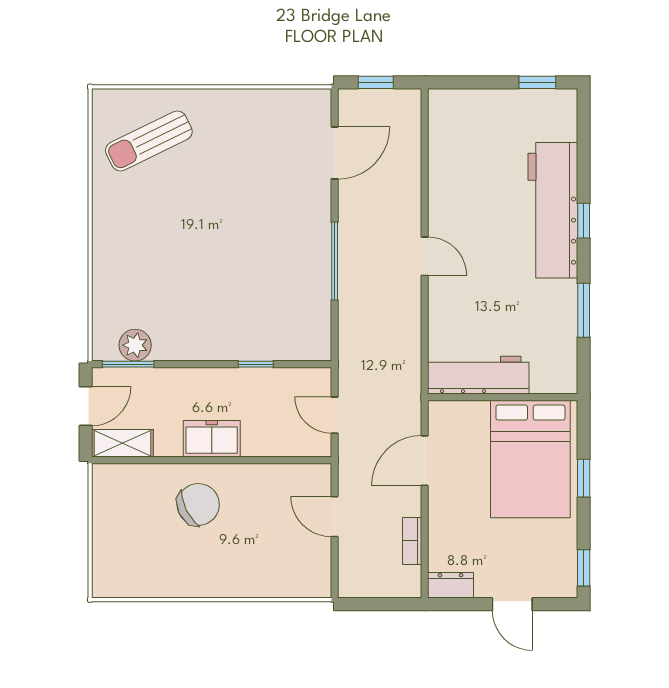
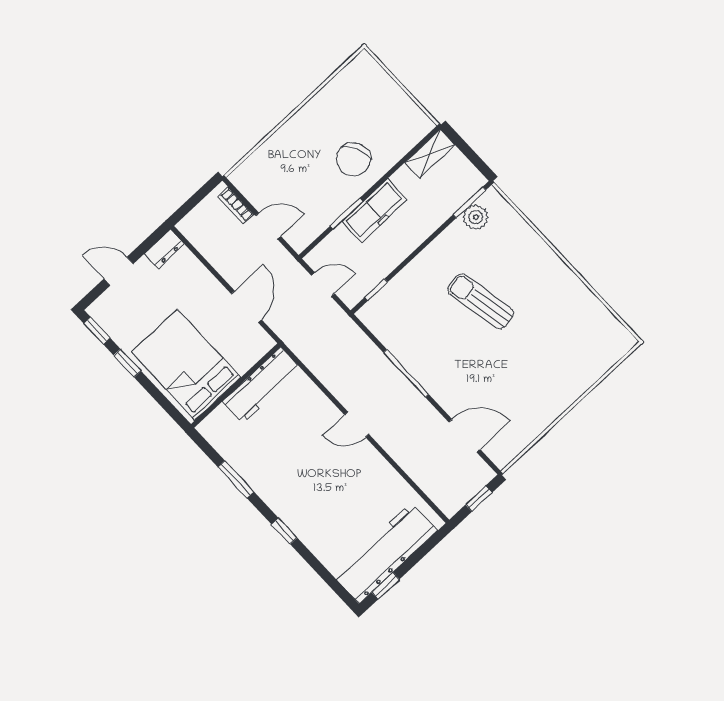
sun lounger: (149, 141) -> (481, 301), moved, turned -75
door: (335, 153) -> (464, 436), swing flipped
workbench: (553, 210) -> (385, 553), moved, turned -90
window: (256, 364) -> (376, 290), moved
door: (86, 406) -> (471, 155), removed
freezer: (212, 439) -> (374, 211), width x1.40
window: (251, 460) -> (347, 214), added
window: (584, 478) -> (127, 363), moved
bookcase: (412, 541) -> (236, 206), moved, turned 180

